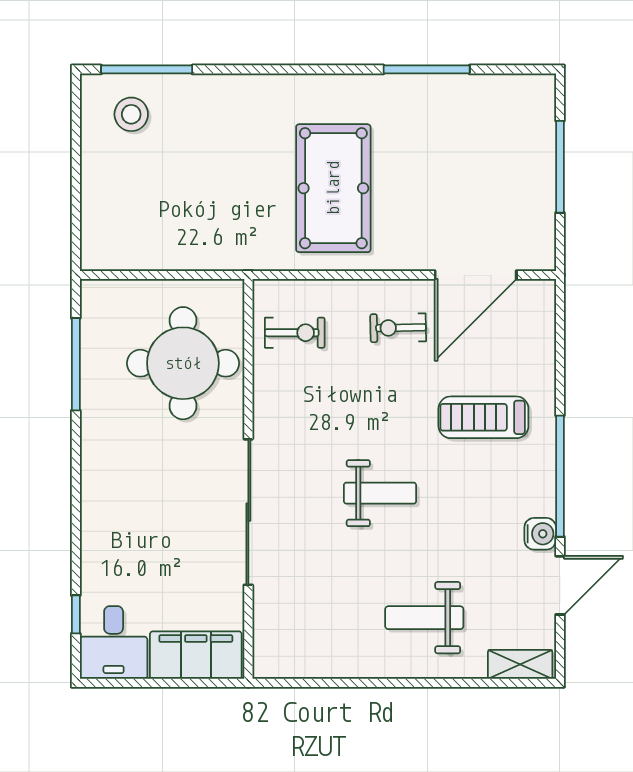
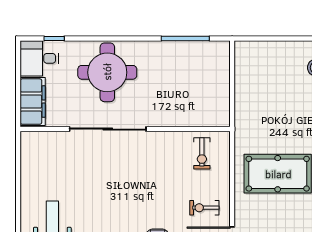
exercise bike: (398, 328) -> (204, 208), turned -89
round table: (183, 363) -> (107, 72), moved
weight bench: (380, 493) -> (118, 198), removed

